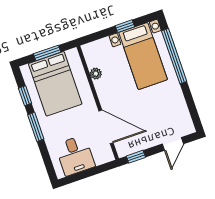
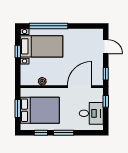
window: (98, 170) -> (106, 101), added

